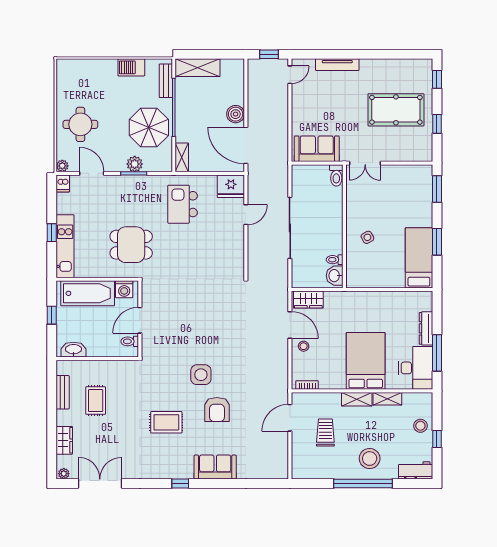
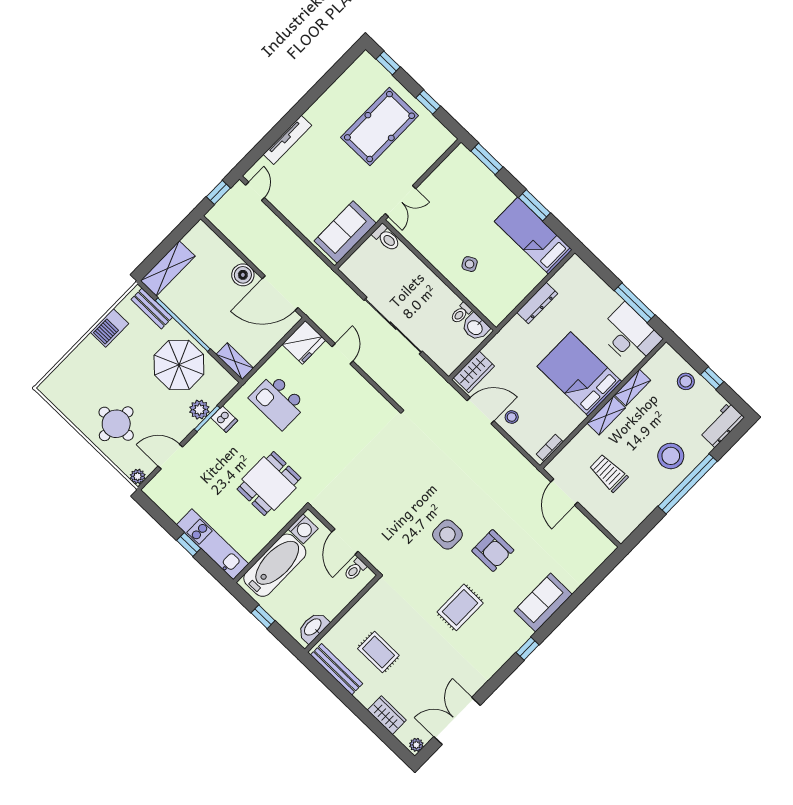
dishwasher: (63, 183) -> (224, 419), moved
dresser: (426, 328) -> (537, 303), moved, turned -90
bench: (63, 392) -> (337, 669), width x1.36

